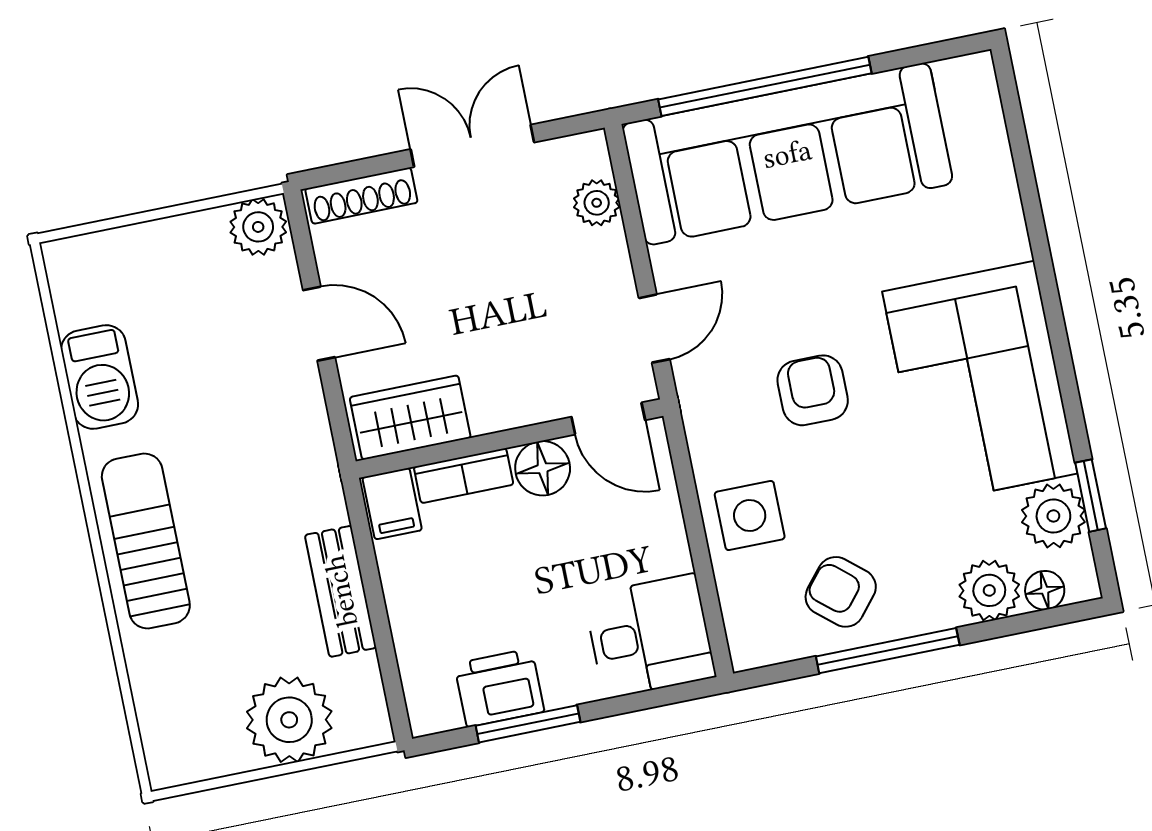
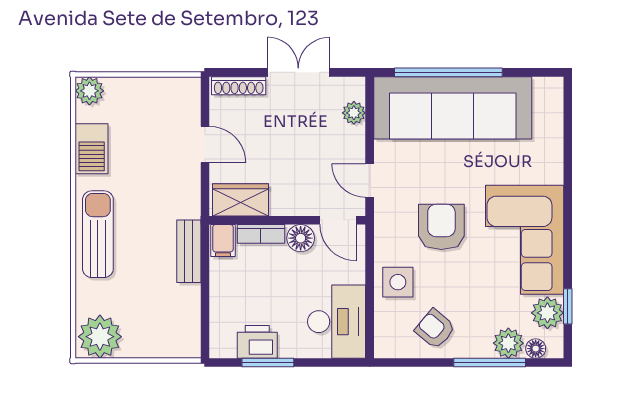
plant: (258, 227) -> (89, 91), moved
door: (654, 329) -> (370, 181), swing flipped
armchair: (813, 390) -> (441, 227), width x1.38, depth x1.38
bench: (341, 591) -> (189, 251), moved
desk: (650, 636) -> (337, 322), width x1.37
window: (888, 651) -> (490, 363), moved
plant: (289, 720) -> (100, 337), moved

